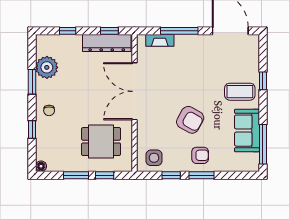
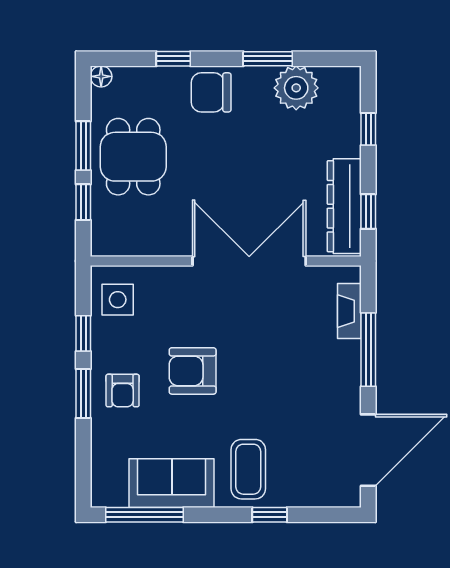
chair: (49, 110) -> (211, 92), width x1.87, depth x1.87
armchair: (190, 120) -> (193, 371), turned 61
dining table: (101, 142) -> (133, 157), moved

